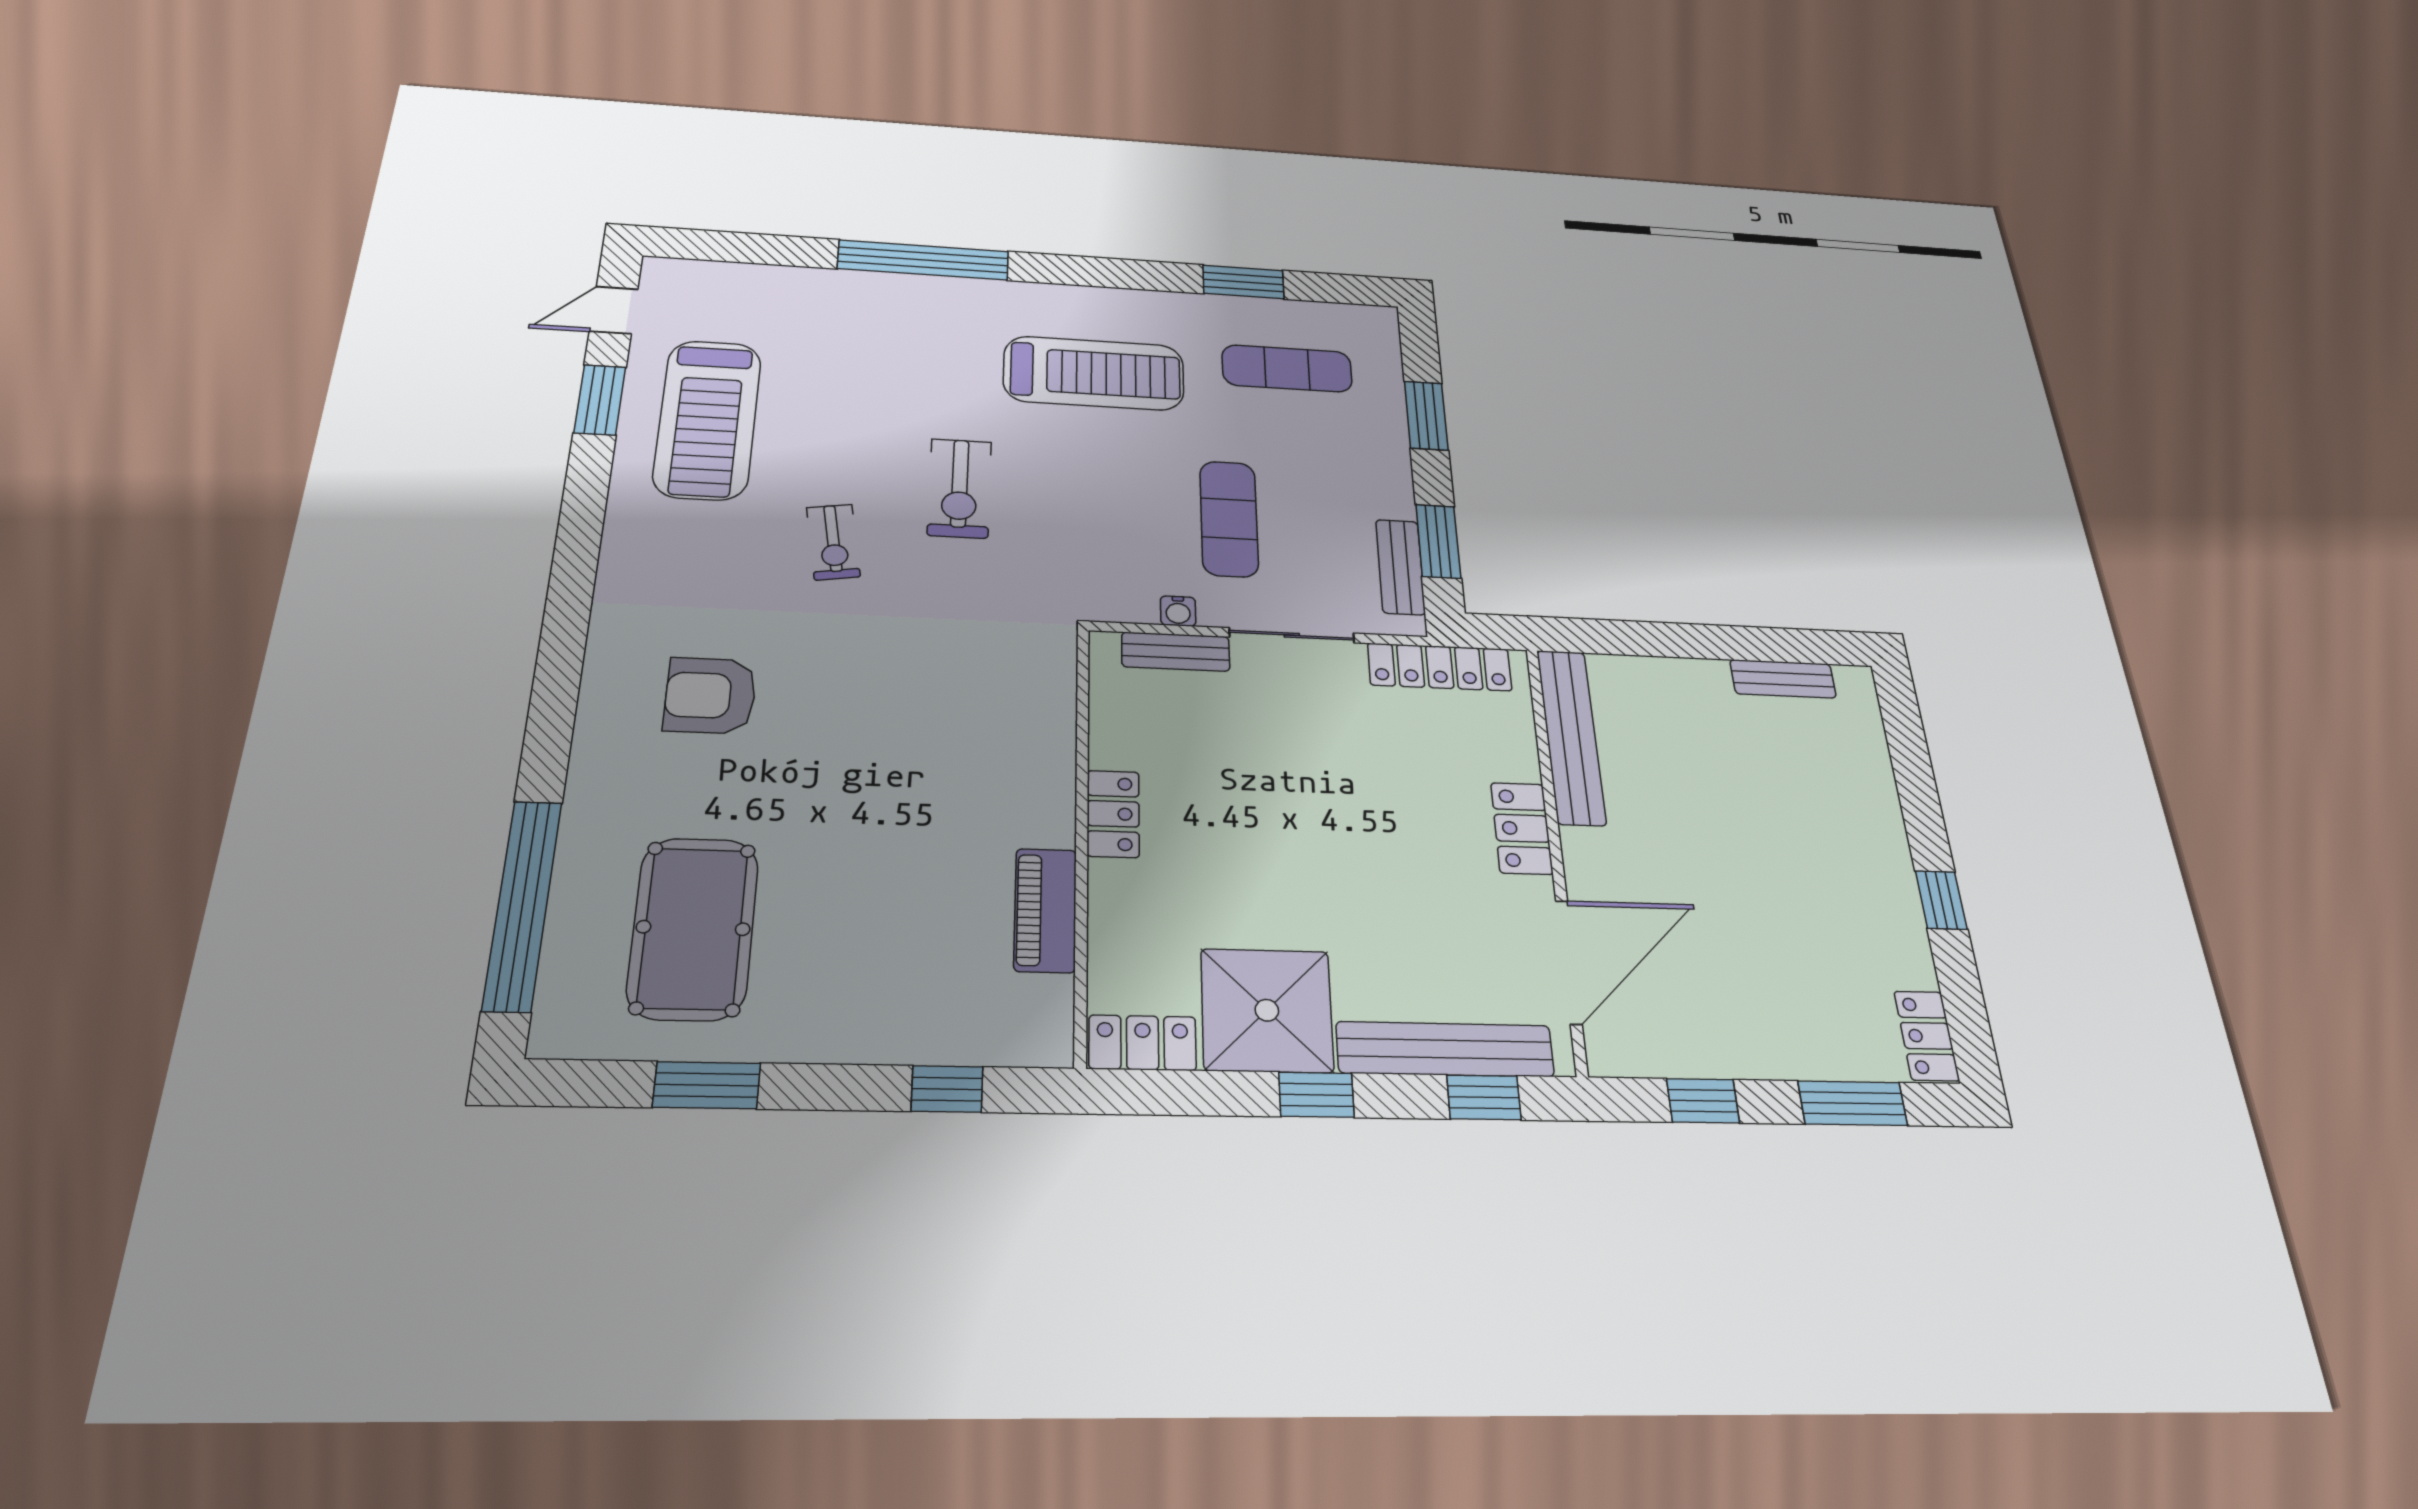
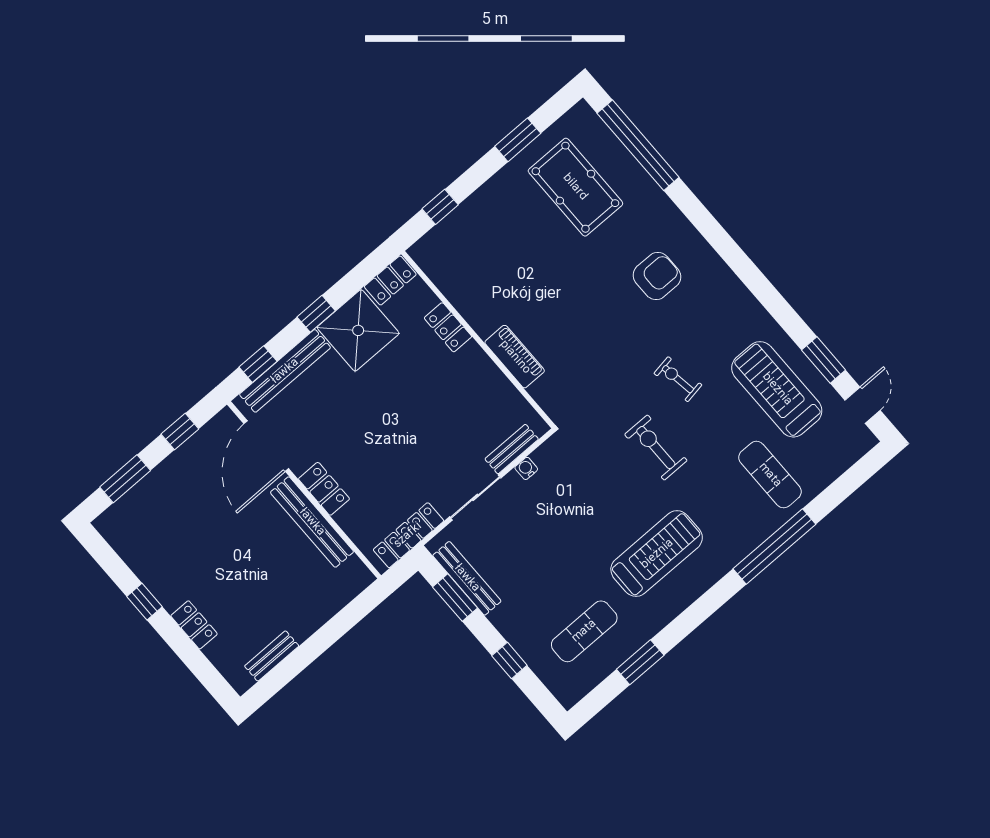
treadmill: (1094, 373) -> (657, 554), turned 180
window: (1426, 415) -> (509, 661), width x0.67
exercise mat: (1229, 519) -> (770, 475), moved
bench: (1400, 567) -> (467, 578), width x1.36
bench: (1571, 737) -> (312, 522), moved
locker: (1113, 814) -> (448, 327), moved
piano: (1045, 910) -> (515, 357), moved
locker: (1927, 1036) -> (194, 625), moved

